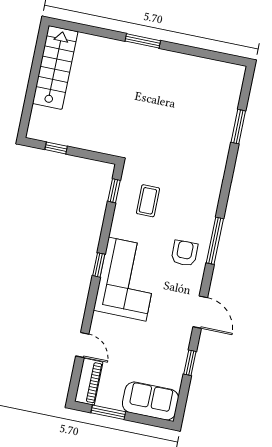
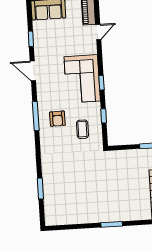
window: (114, 191) -> (104, 116), moved
armchair: (184, 253) -> (57, 119), moved
door: (82, 345) -> (98, 32), swing flipped

